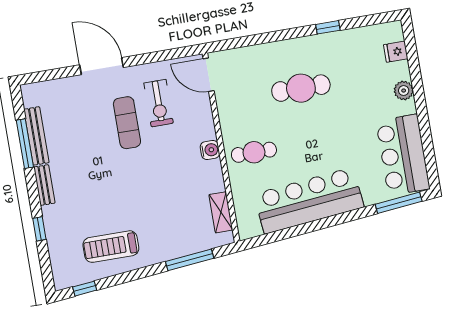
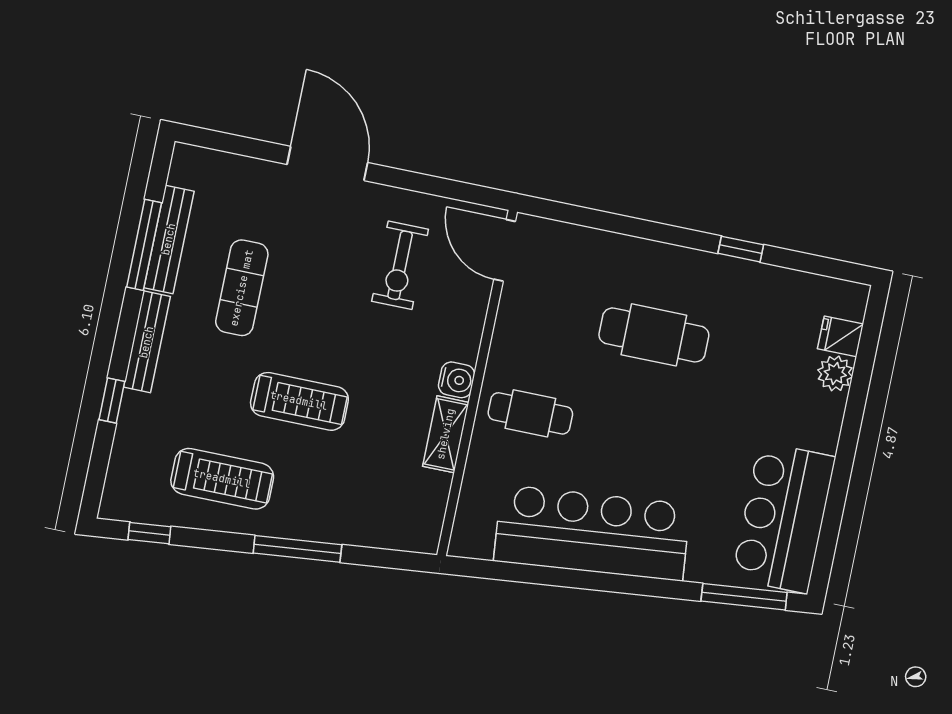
plant: (404, 91) -> (835, 373), moved
exercise mat: (127, 123) -> (242, 288), moved
bench: (44, 185) -> (147, 342), width x1.36
treadmill: (135, 192) -> (299, 401), added
shelving: (221, 212) -> (446, 434), moved
treadmill: (111, 247) -> (222, 479), turned 180
window: (190, 260) -> (297, 549), moved

